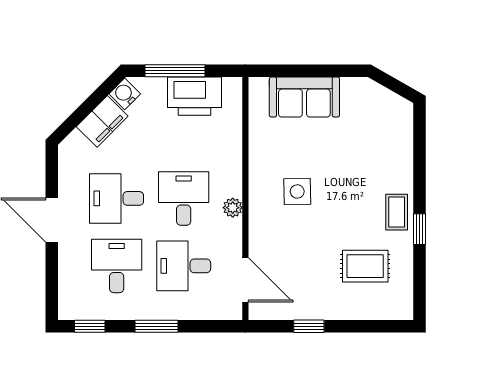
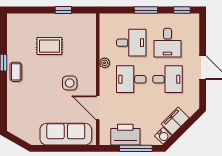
sofa: (304, 97) -> (66, 134), width x1.36
desk: (184, 198) -> (131, 79), turned 90
plant: (233, 208) -> (105, 63), moved
rug: (365, 266) -> (49, 46), moved
door: (245, 280) -> (98, 108), moved

